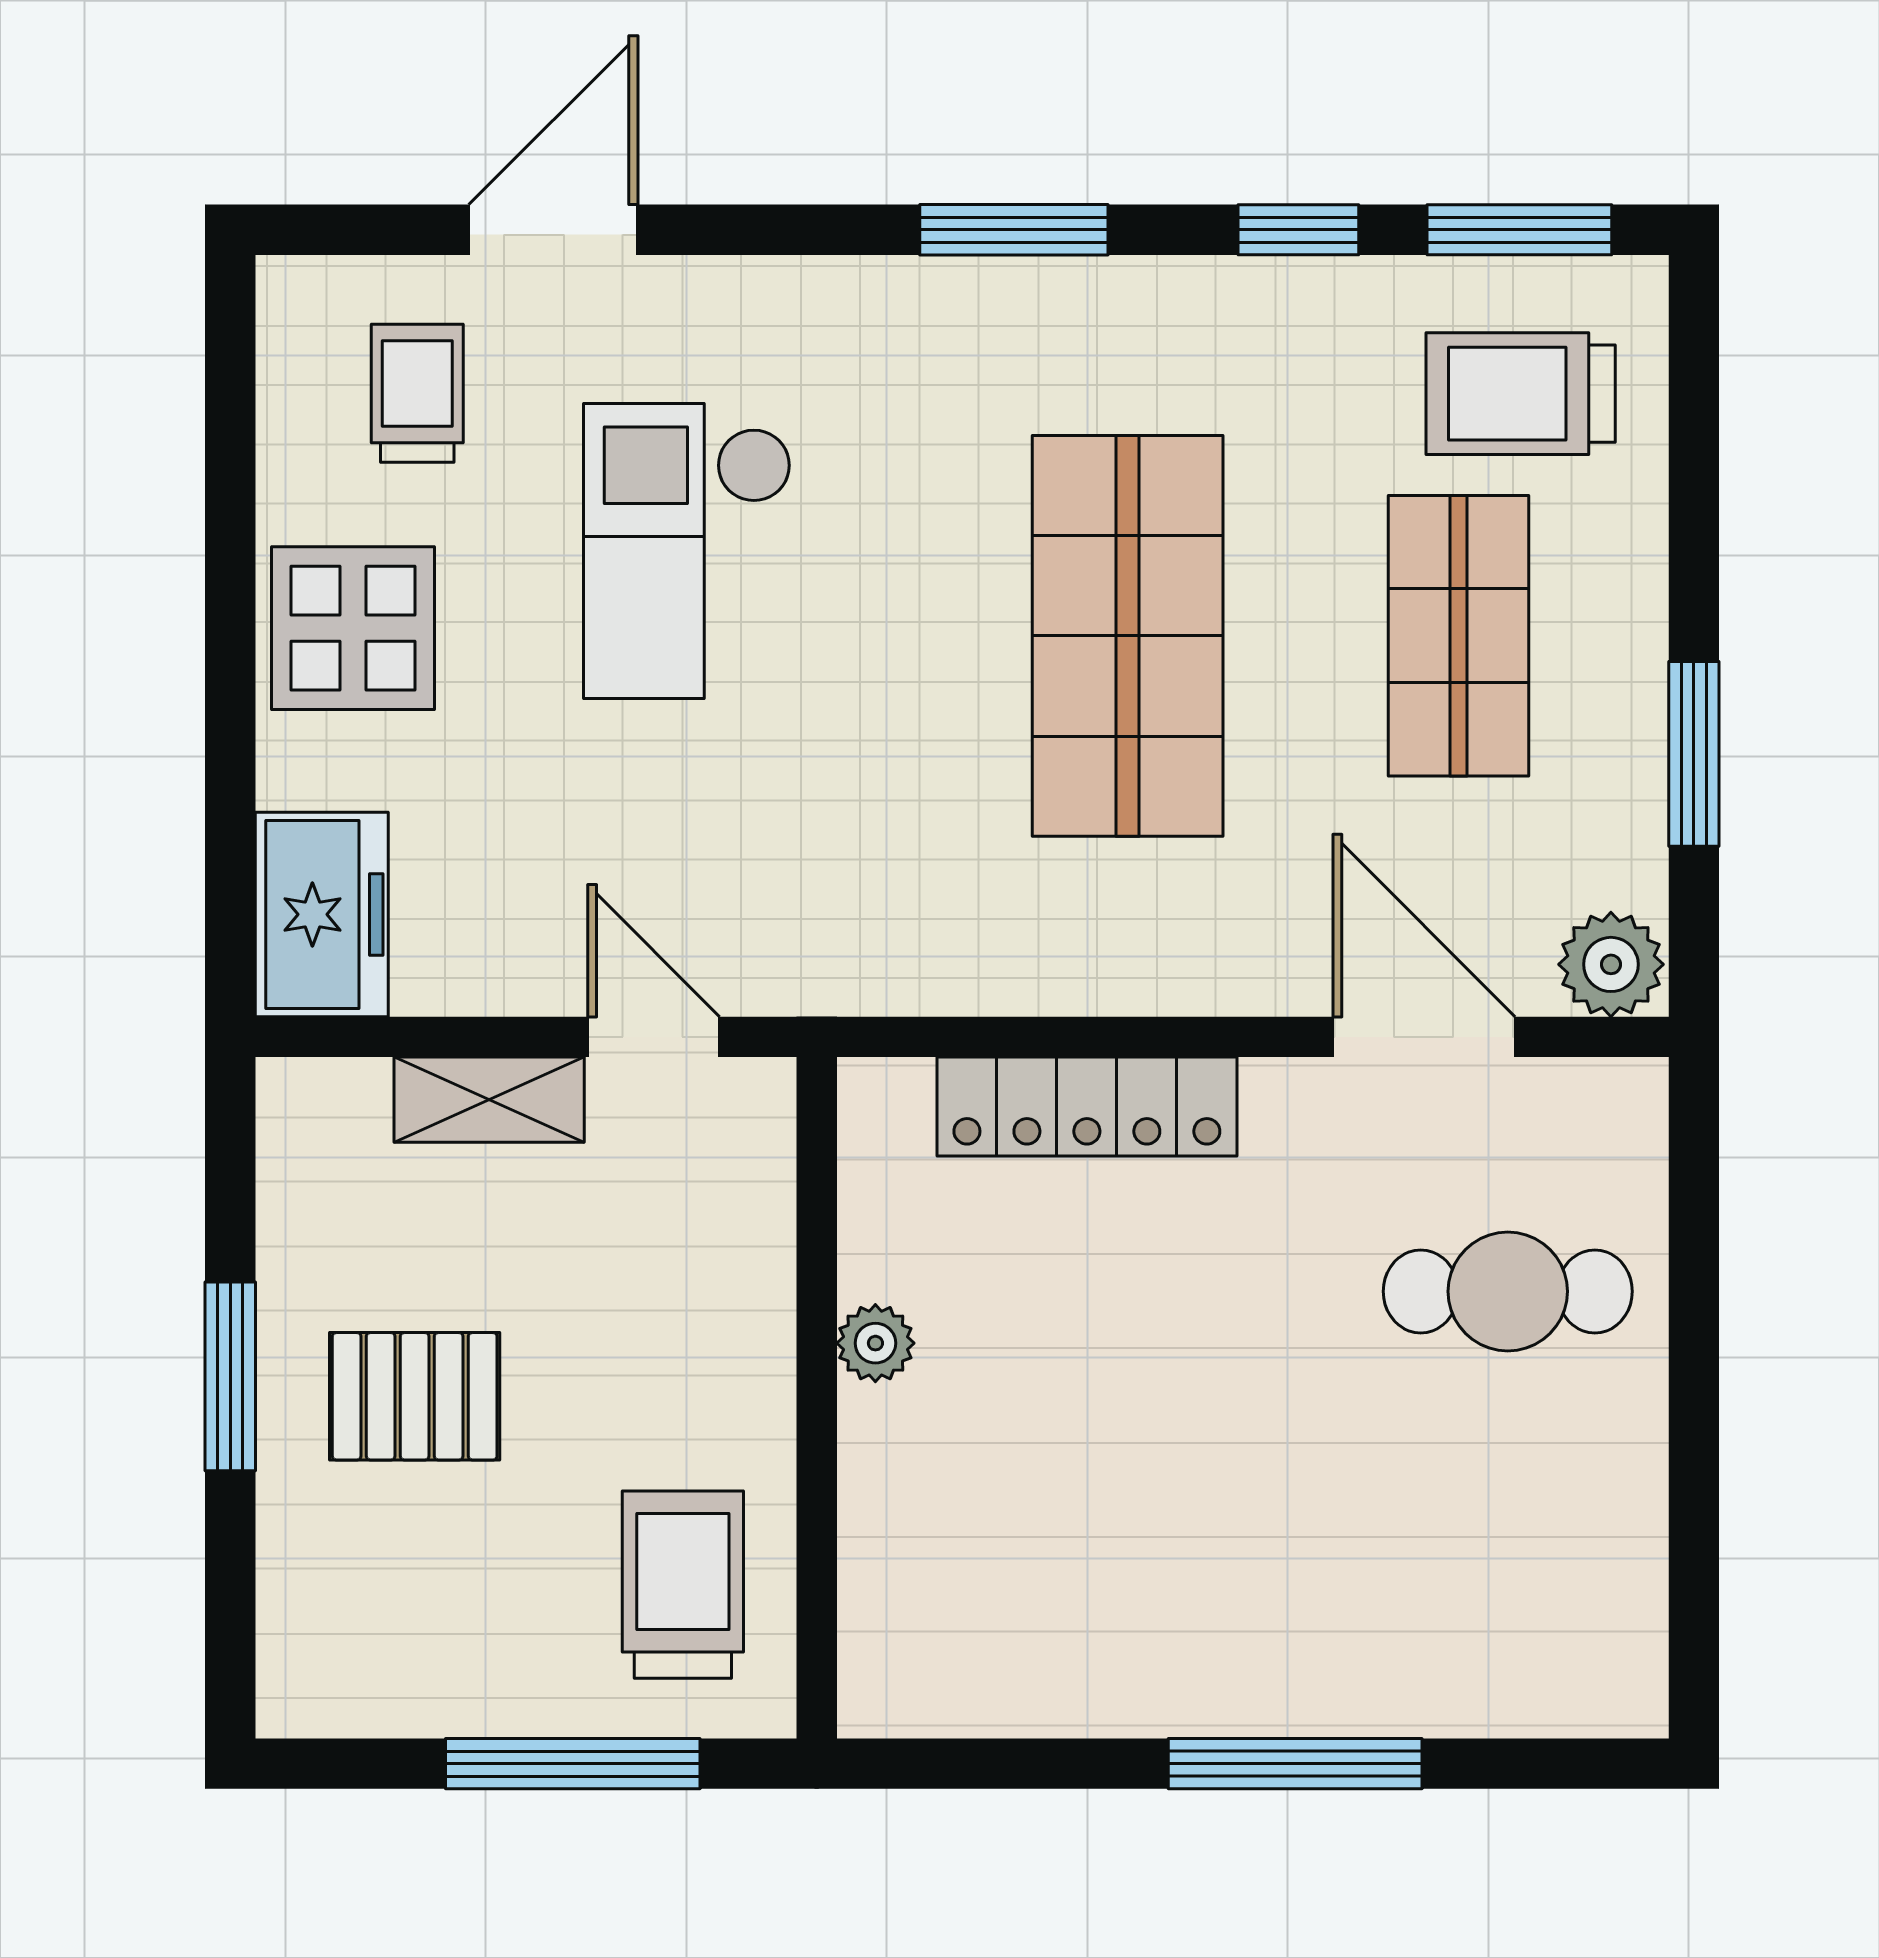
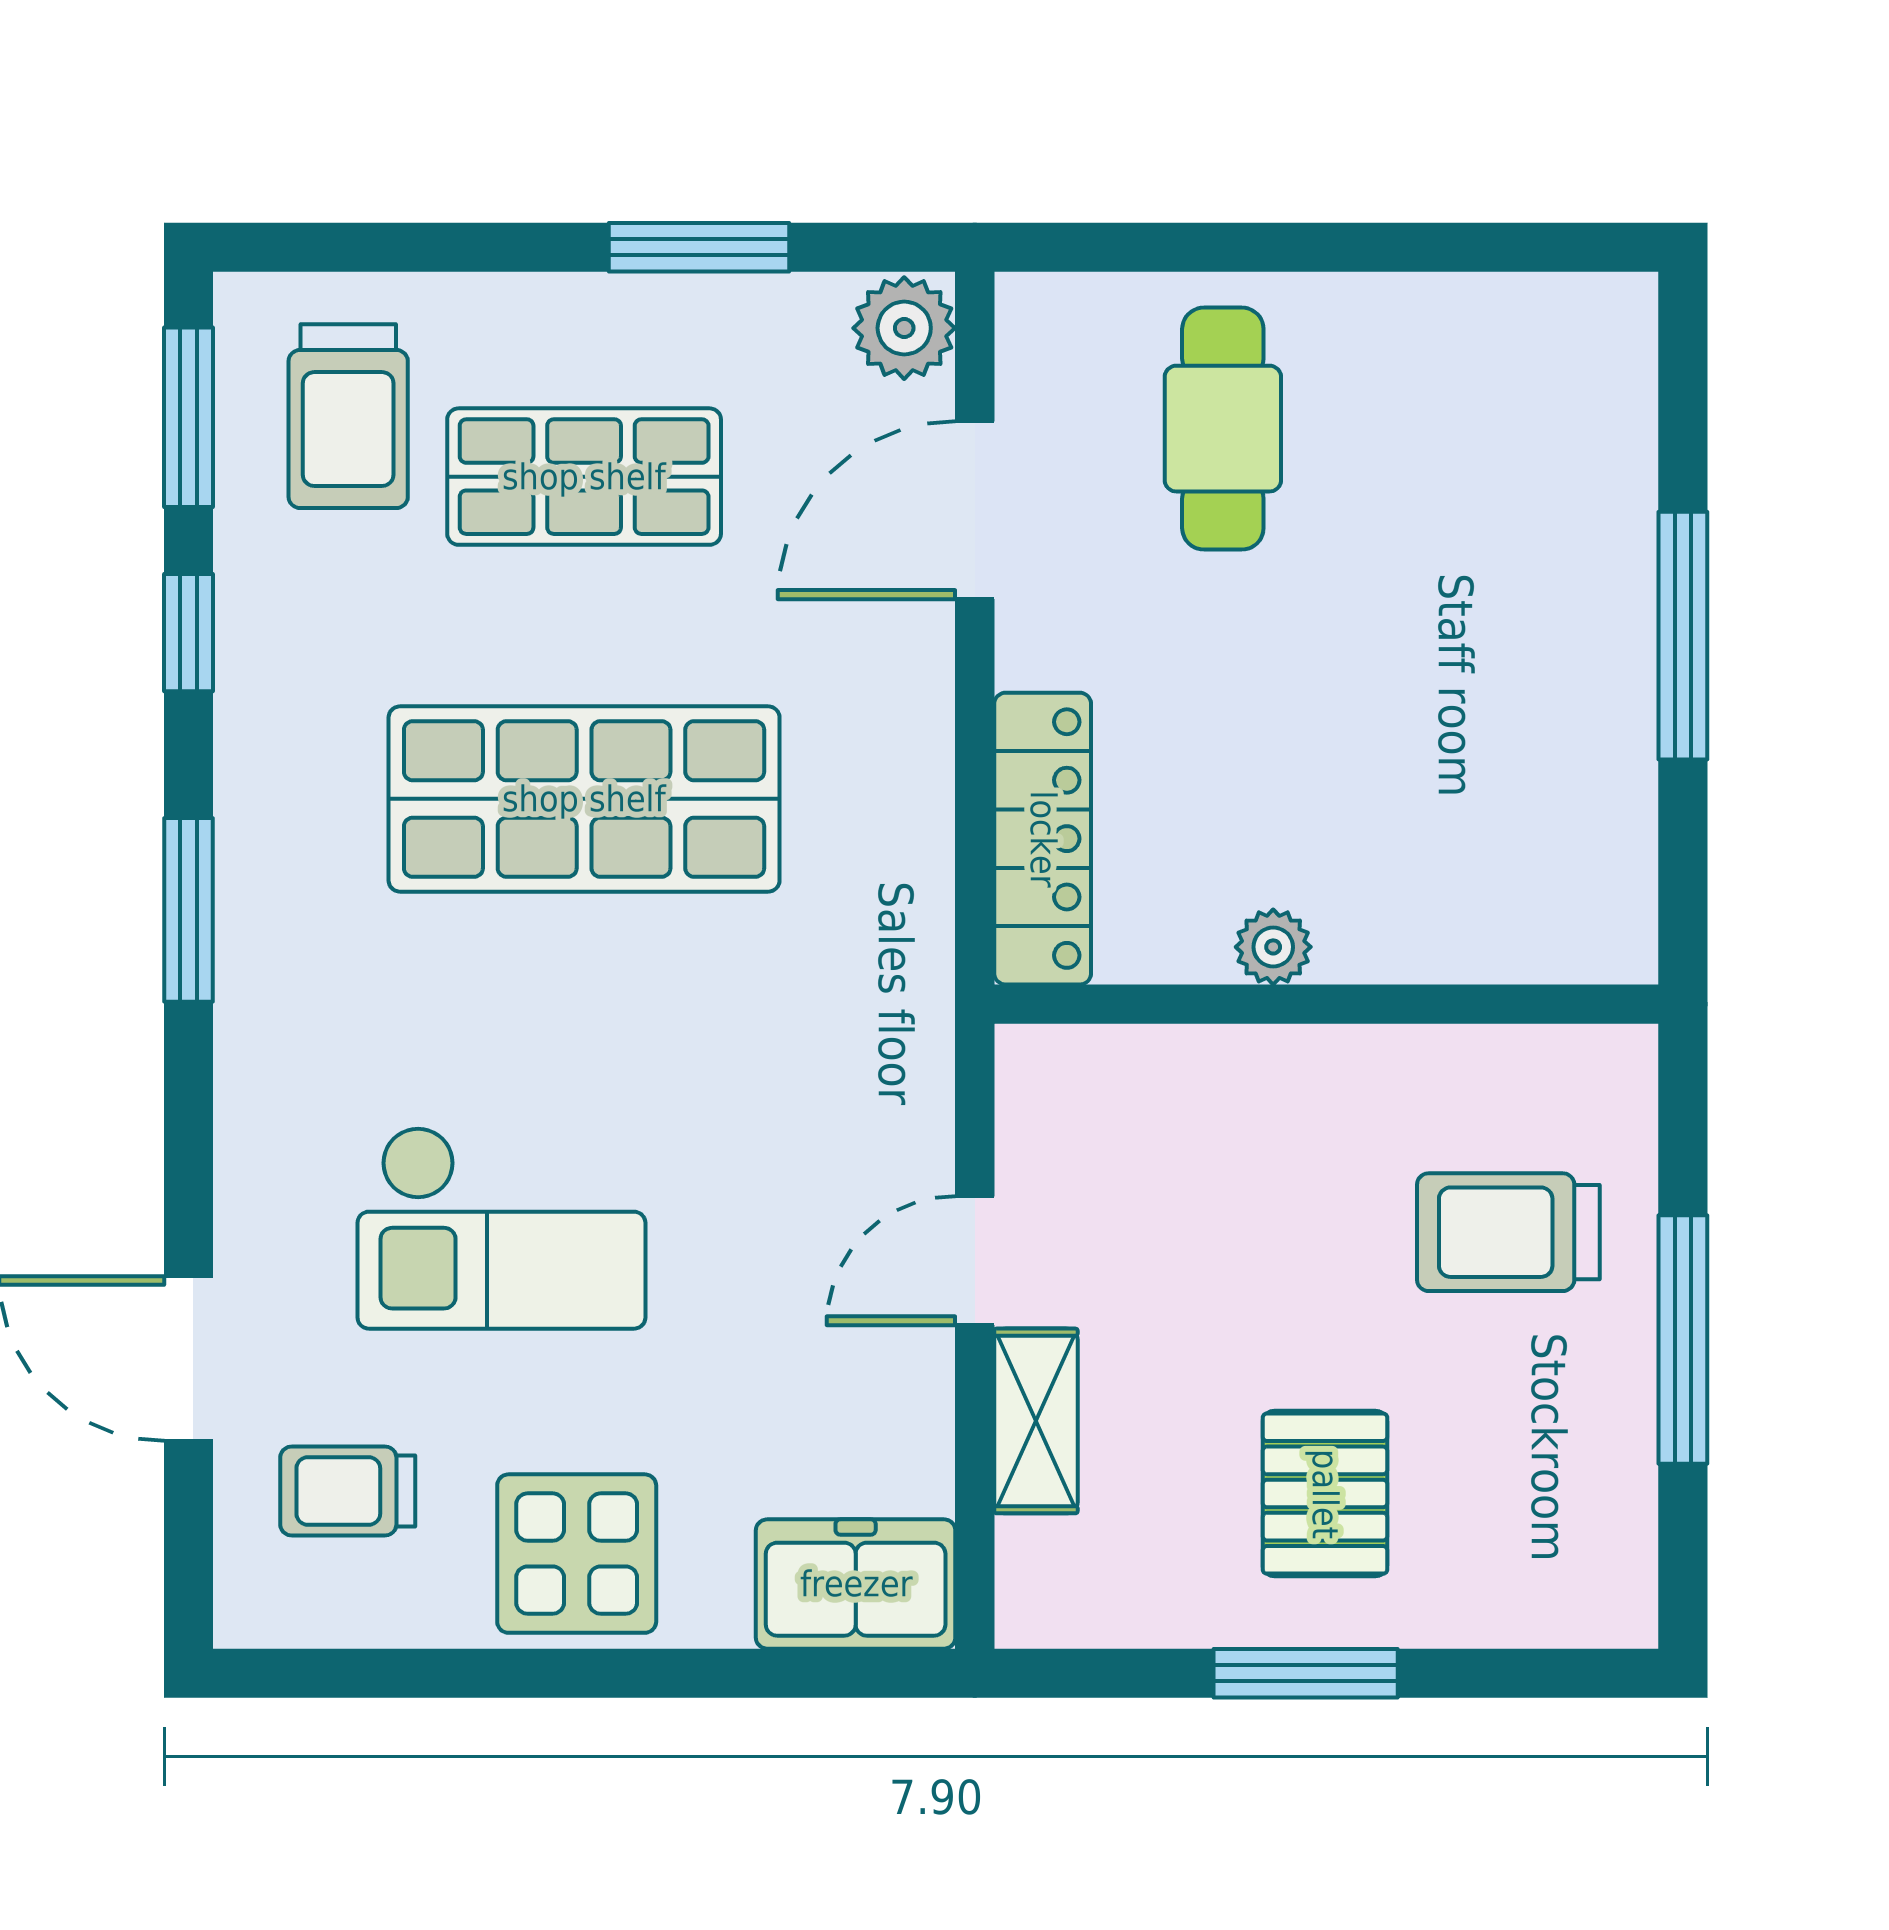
plant: (875, 1343) -> (1273, 947), moved
wall: (817, 1398) -> (1326, 1004), moved

